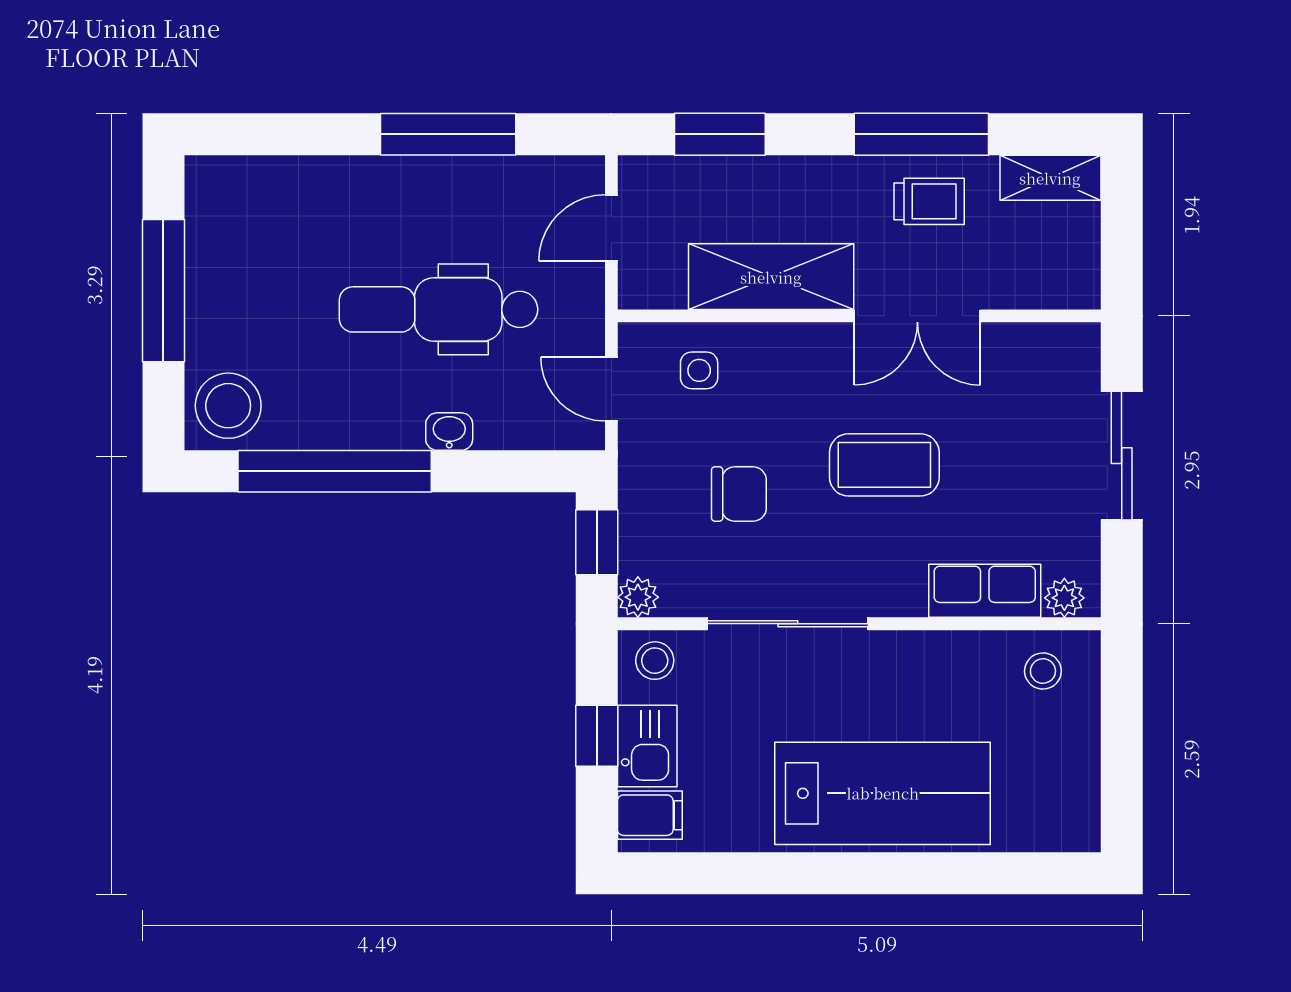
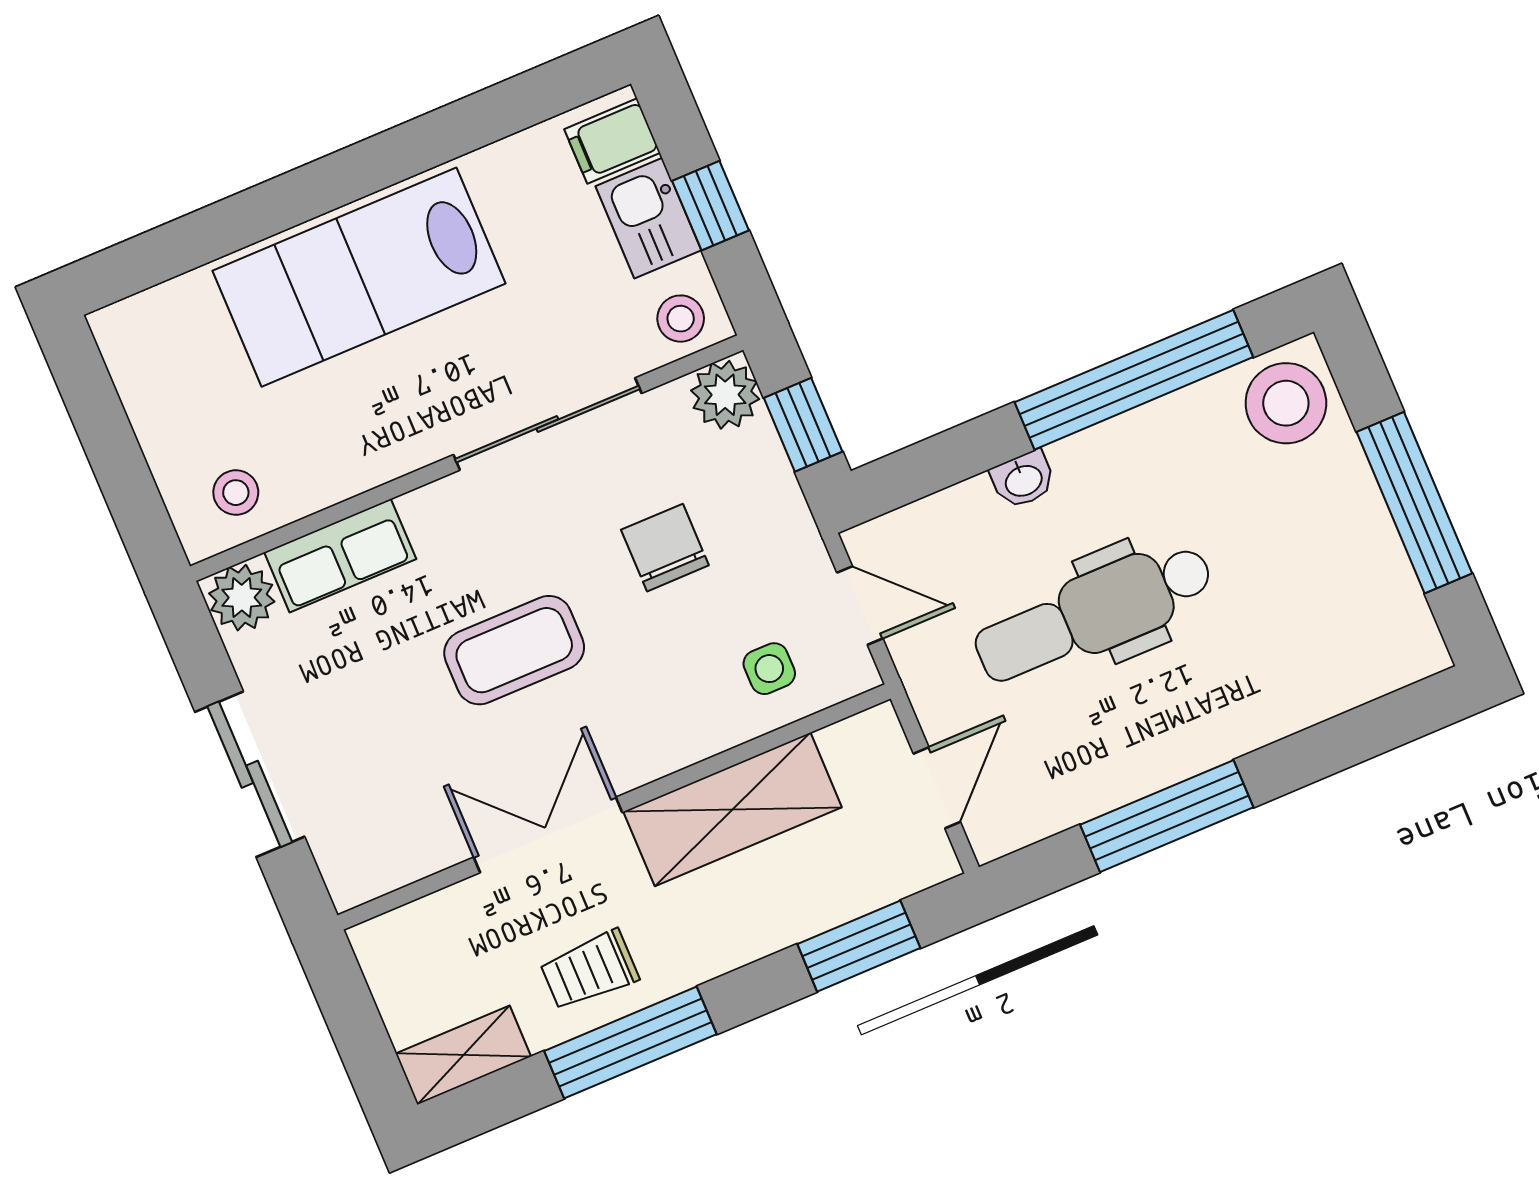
dental chair: (438, 309) -> (1094, 613), turned 180
chair: (739, 494) -> (665, 548), turned 90
plant: (638, 597) -> (725, 395), width x1.38, depth x1.38
plant: (1064, 598) -> (242, 598), width x1.38, depth x1.38

